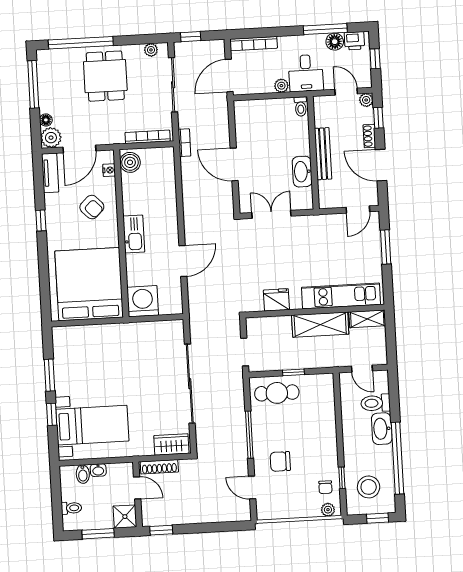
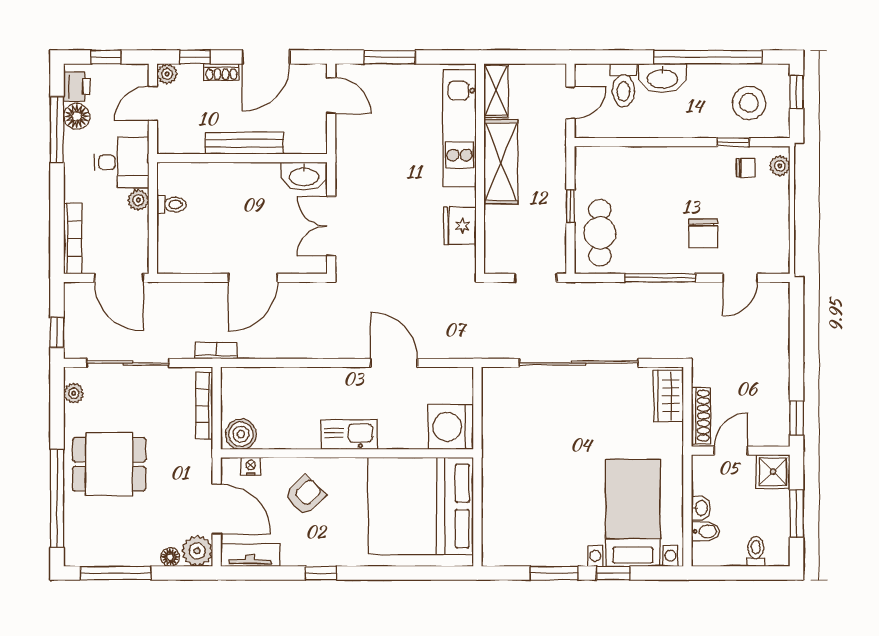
toilet: (301, 107) -> (171, 205), moved
washbasin: (302, 172) -> (304, 176), moved

